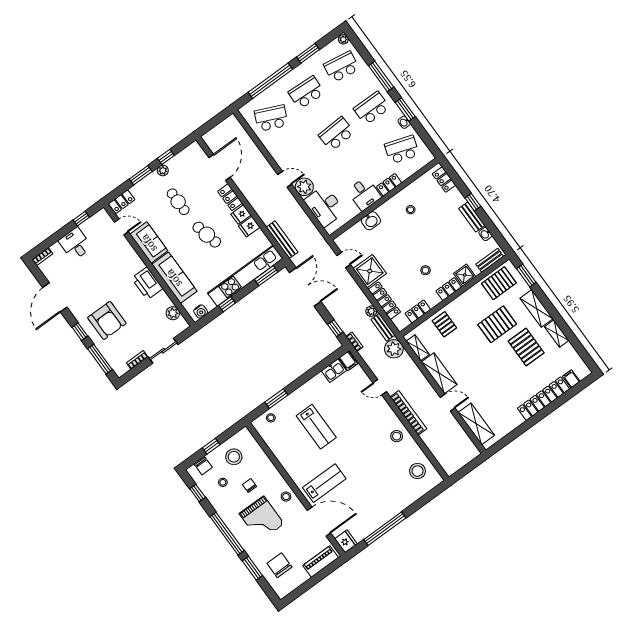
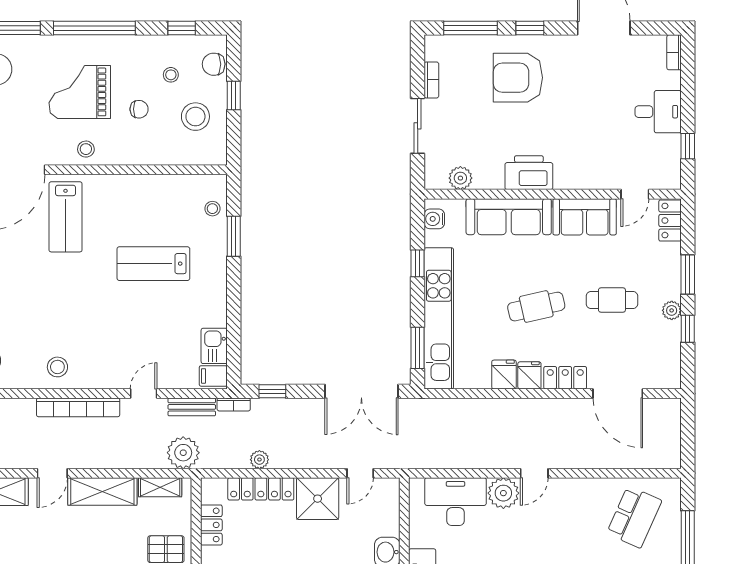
bench: (282, 240) -> (452, 407), removed
bench: (383, 327) -> (192, 407), moved

